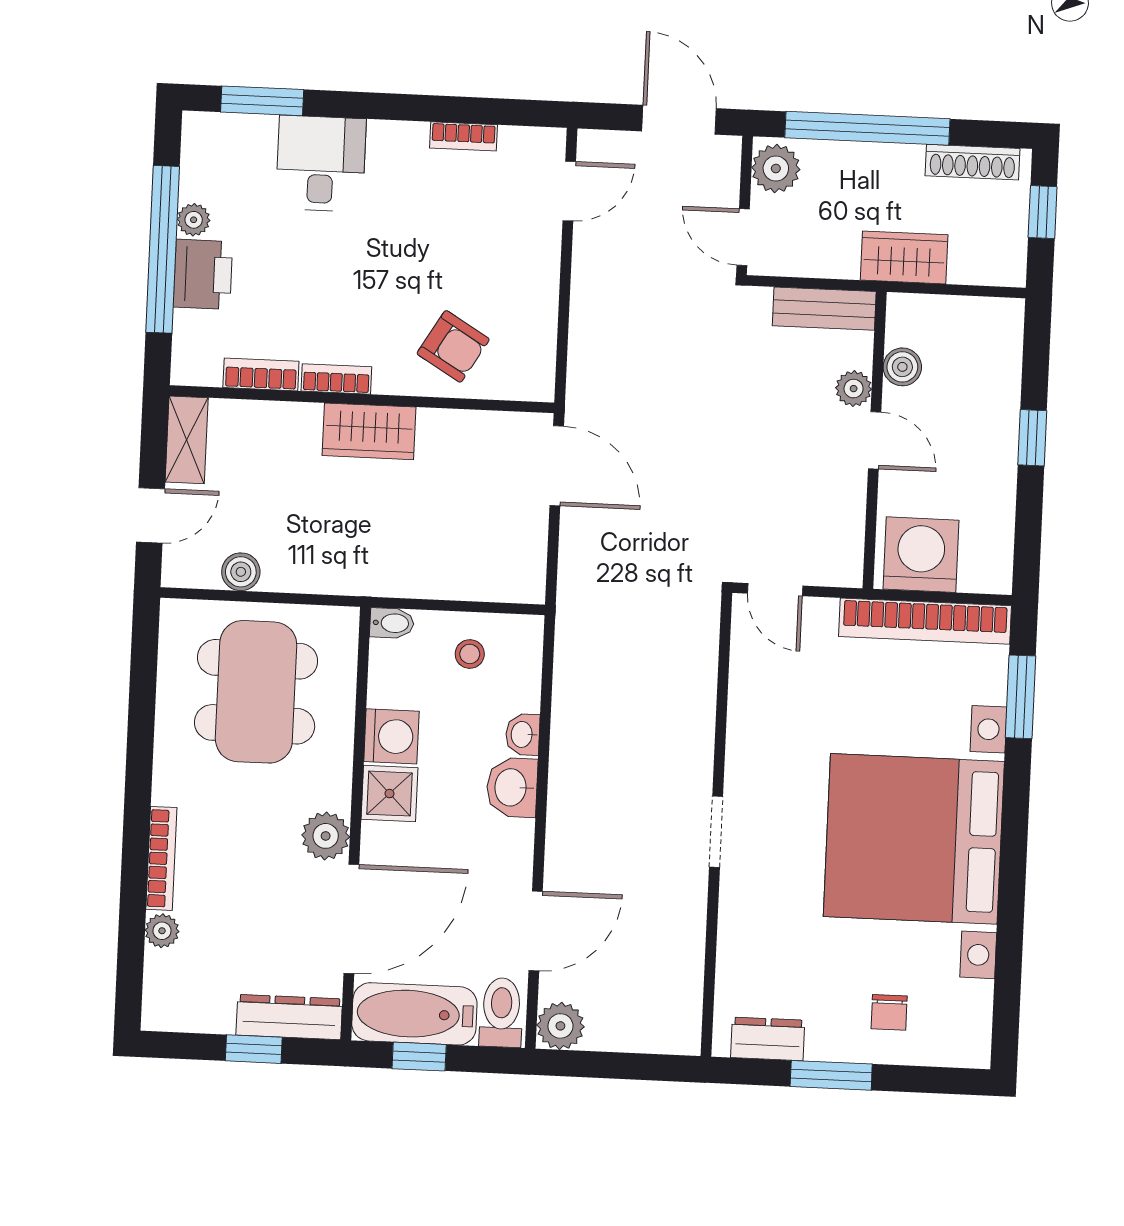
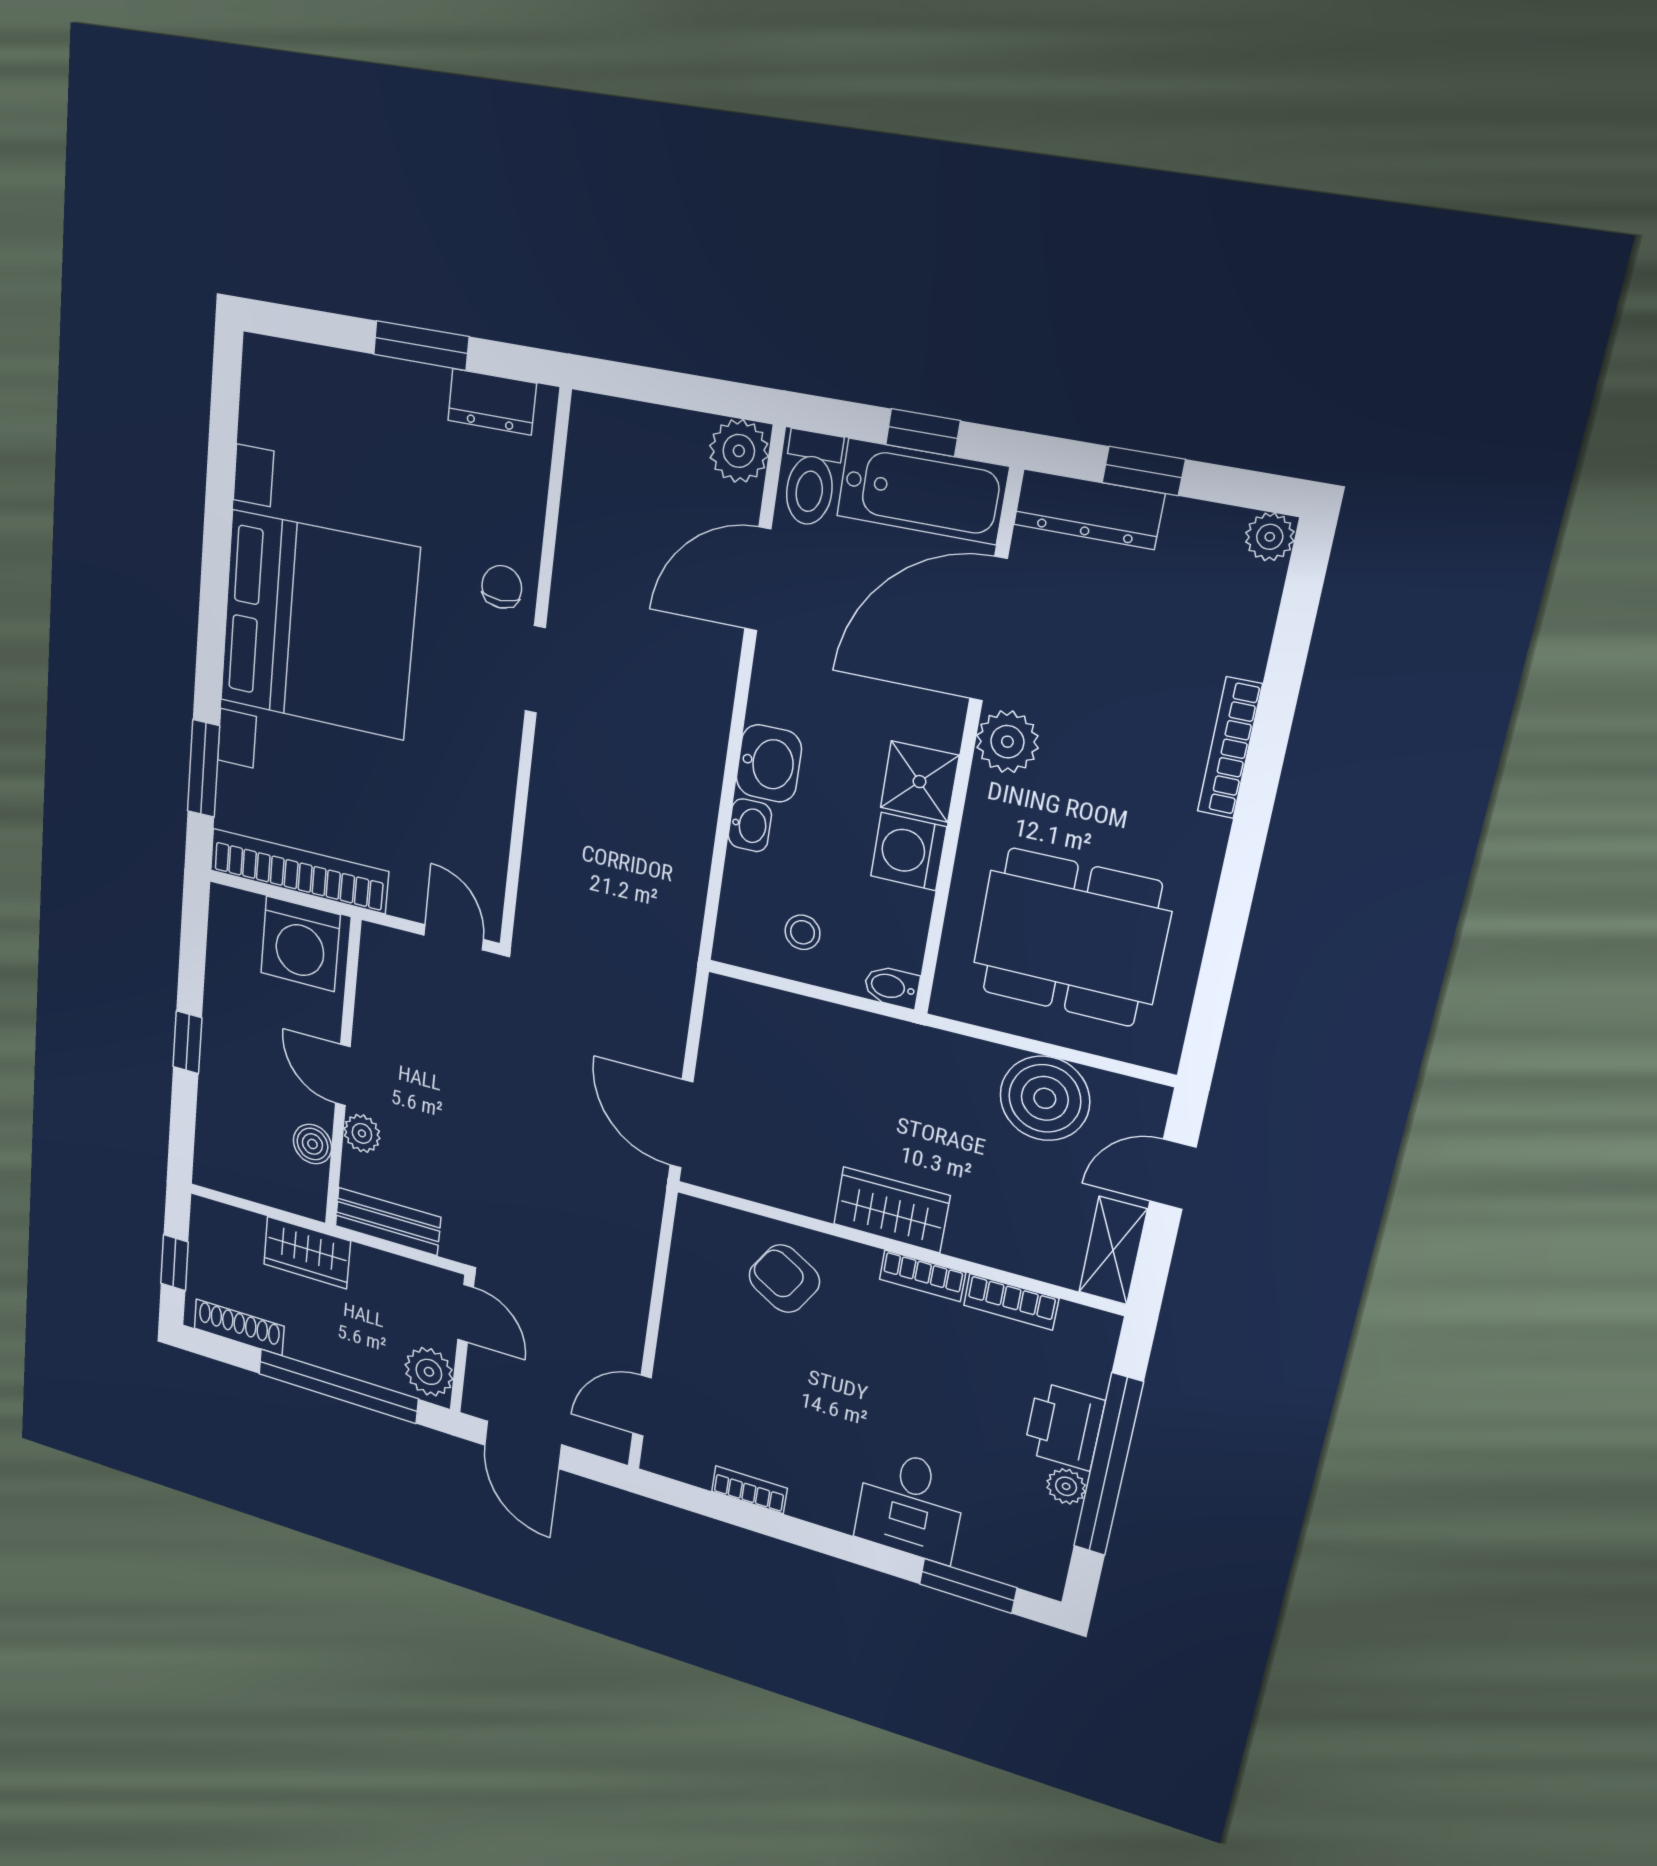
boiler: (241, 572) -> (1045, 1098), width x1.86, depth x1.86
dining table: (256, 692) -> (1071, 937), turned 90
plant: (162, 931) -> (1270, 537), moved
chair: (889, 1012) -> (502, 587), moved

